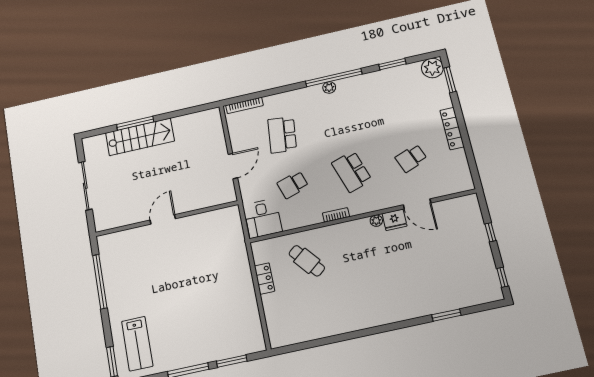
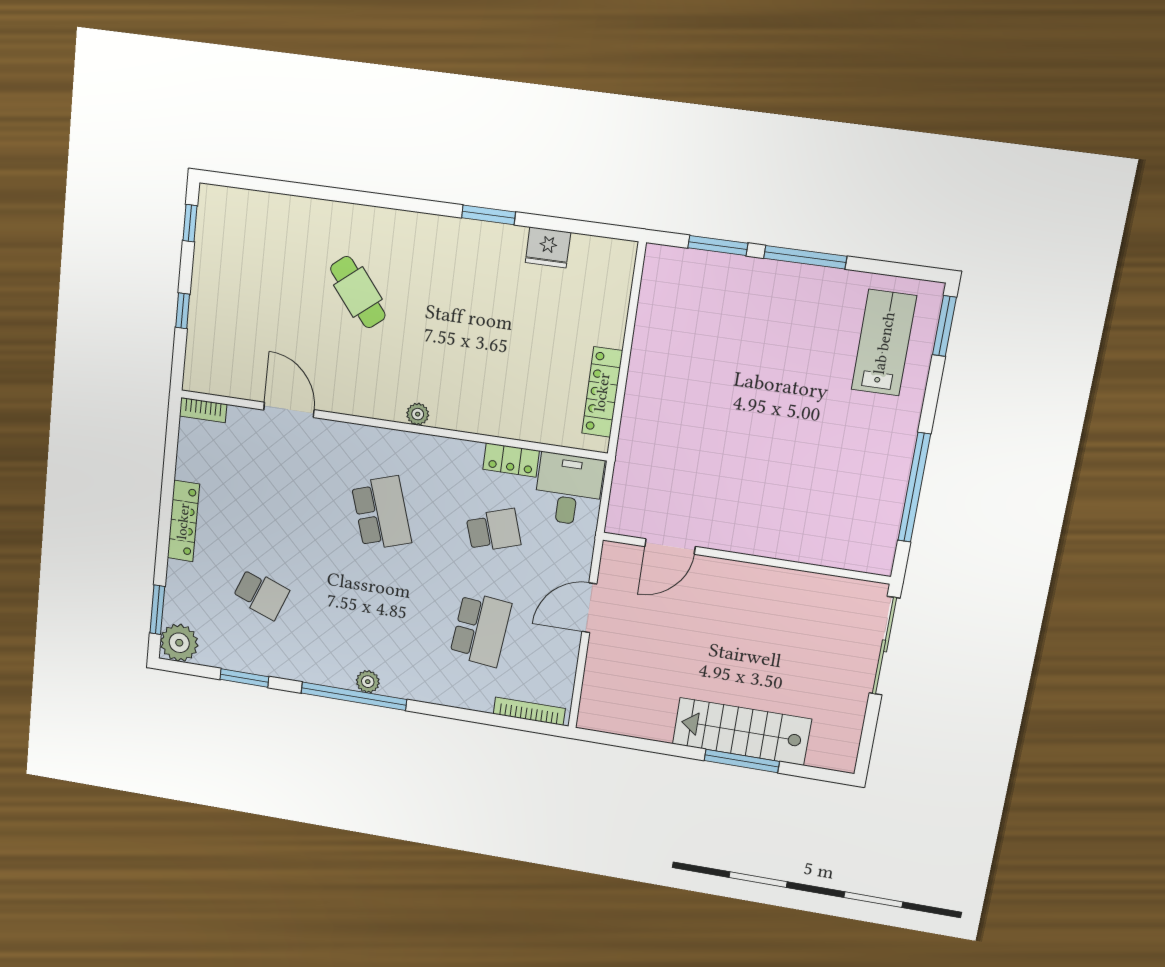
school desk: (411, 158) -> (261, 594), moved, turned 42
sliding door: (85, 186) -> (885, 646), moved
bookcase: (336, 215) -> (203, 410), moved
door: (163, 219) -> (670, 546), moved
fridge: (395, 220) -> (548, 247), moved, turned 180
plant: (376, 221) -> (418, 414), moved
locker: (296, 222) -> (511, 460), added
cafe table: (307, 261) -> (358, 292), moved
locker: (265, 278) -> (602, 392), width x1.53
window: (446, 315) -> (488, 215), moved

